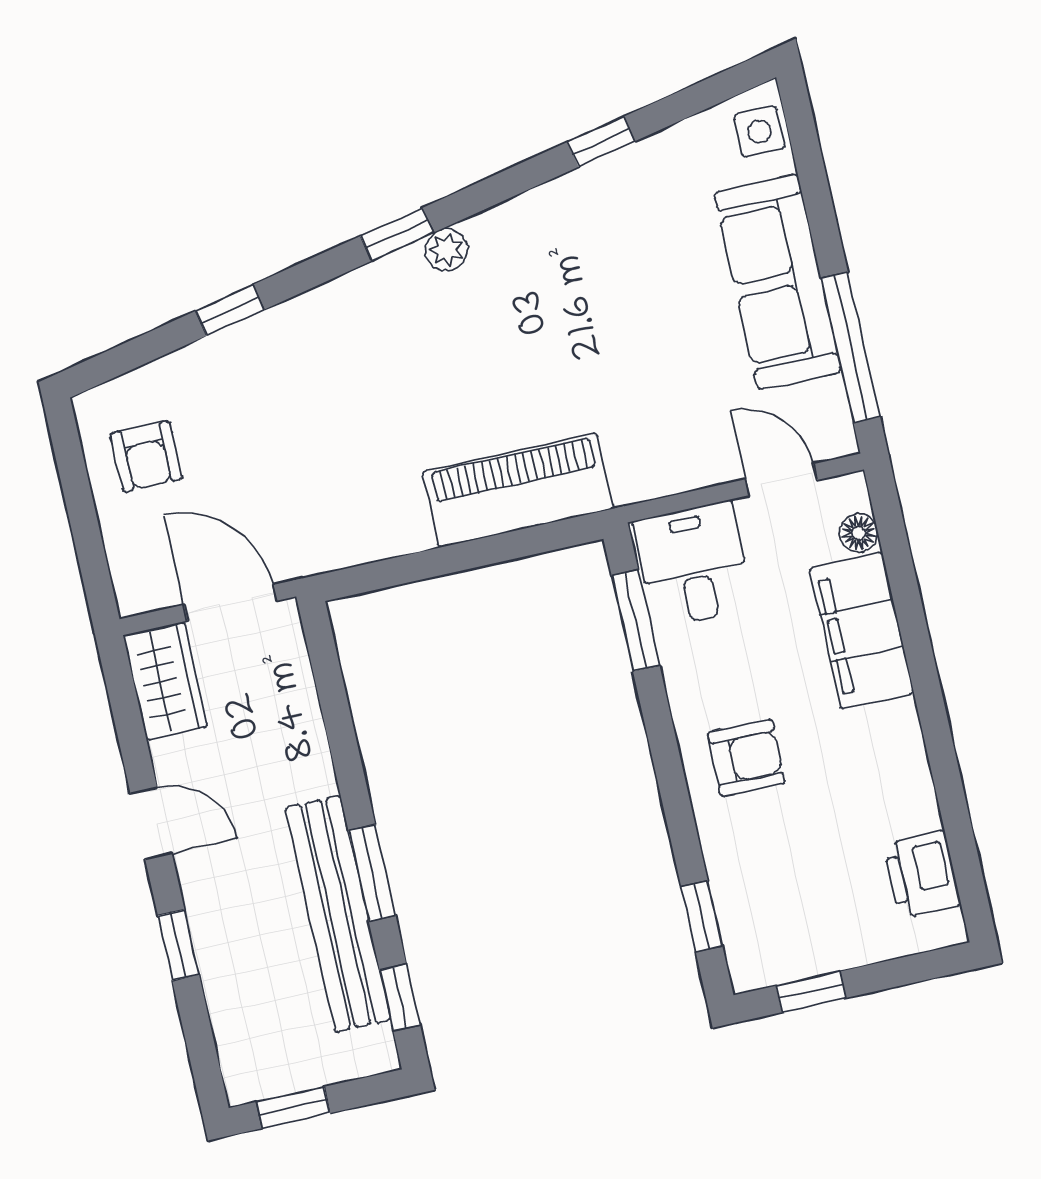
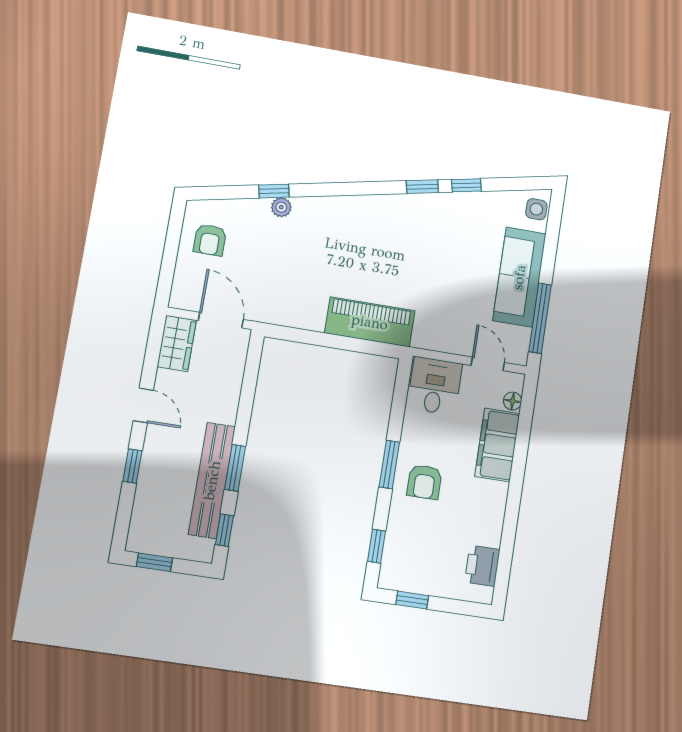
window: (397, 234) -> (422, 187), moved
plant: (446, 250) -> (281, 207), moved
window: (636, 621) -> (389, 465), moved
armchair: (746, 758) -> (424, 482), turned 89

